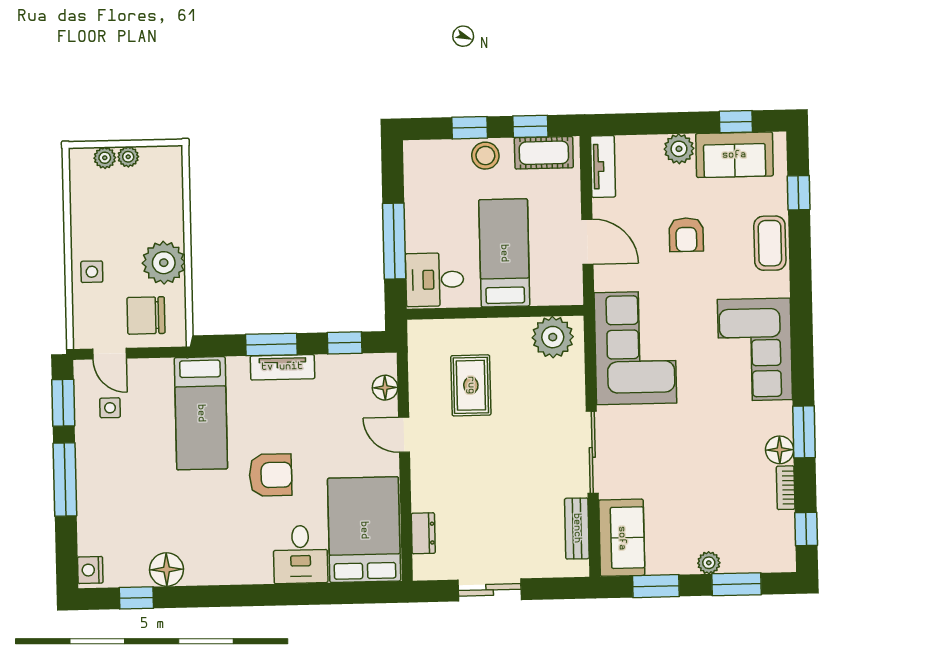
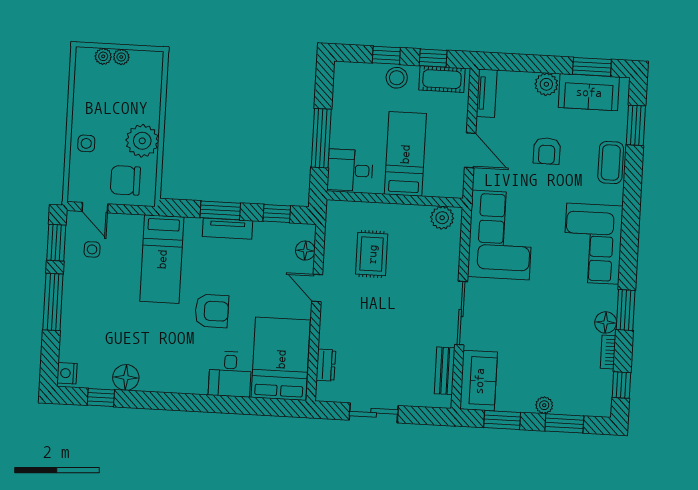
window: (736, 122) -> (592, 67), width x1.50
window: (799, 193) -> (636, 125), width x1.50
plant: (553, 337) -> (442, 218), width x0.73, depth x0.73

